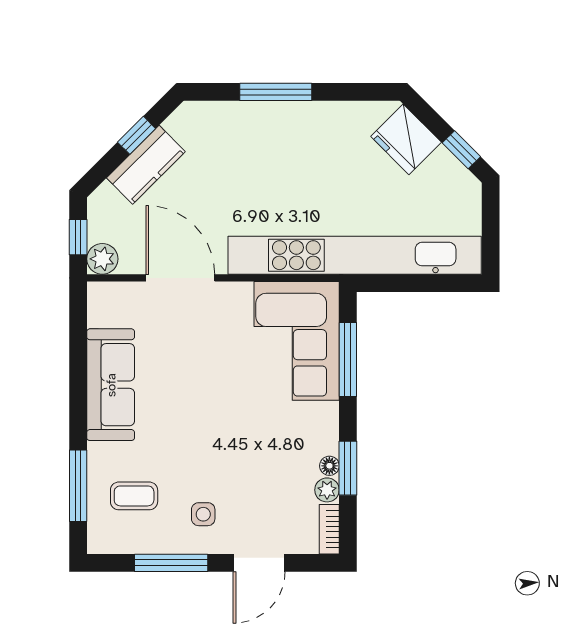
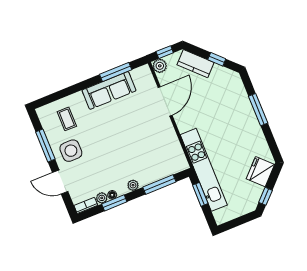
kitchen counter: (146, 165) -> (196, 64), moved
kitchen unit: (355, 255) -> (204, 170), width x0.73
window: (402, 283) -> (200, 194), added
corner sofa: (297, 341) -> (158, 160), removed
plant: (327, 415) -> (133, 185), added
window: (78, 486) -> (116, 72), moved
side table: (203, 514) -> (71, 151), width x1.87, depth x1.87

